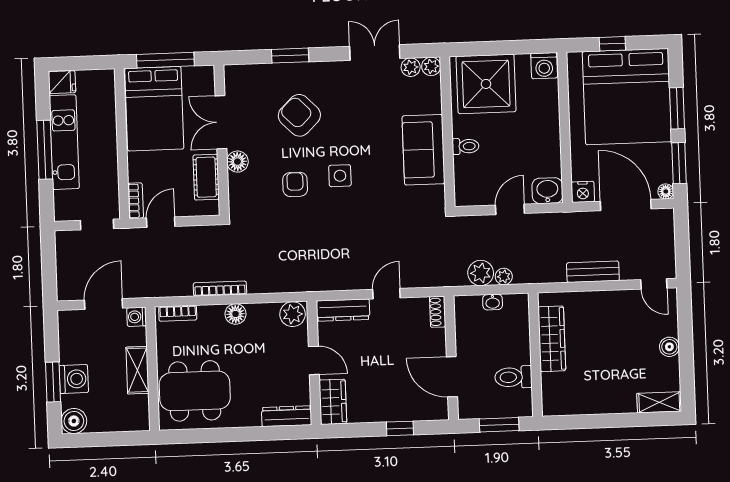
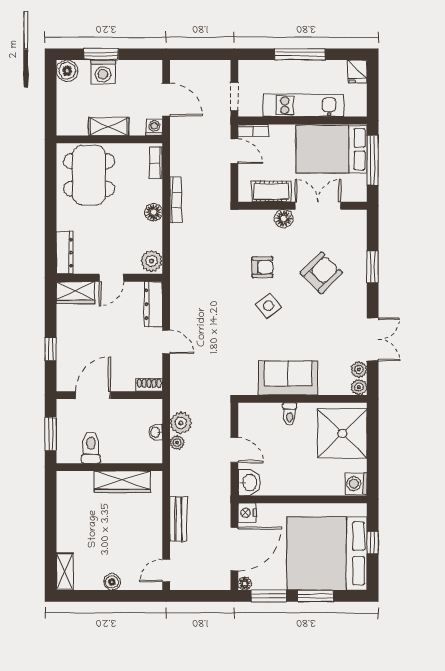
kitchen unit: (64, 142) -> (303, 105), moved, turned 180
side table: (340, 176) -> (268, 306), turned -37

